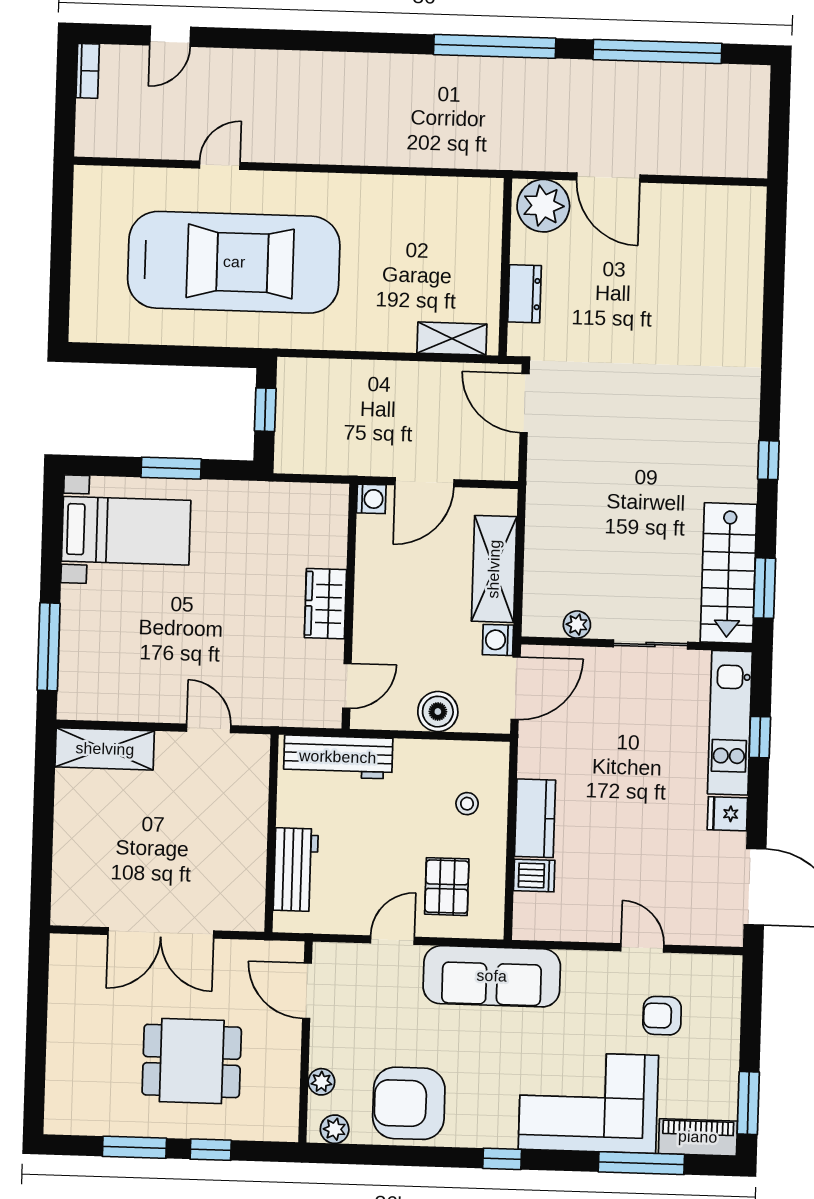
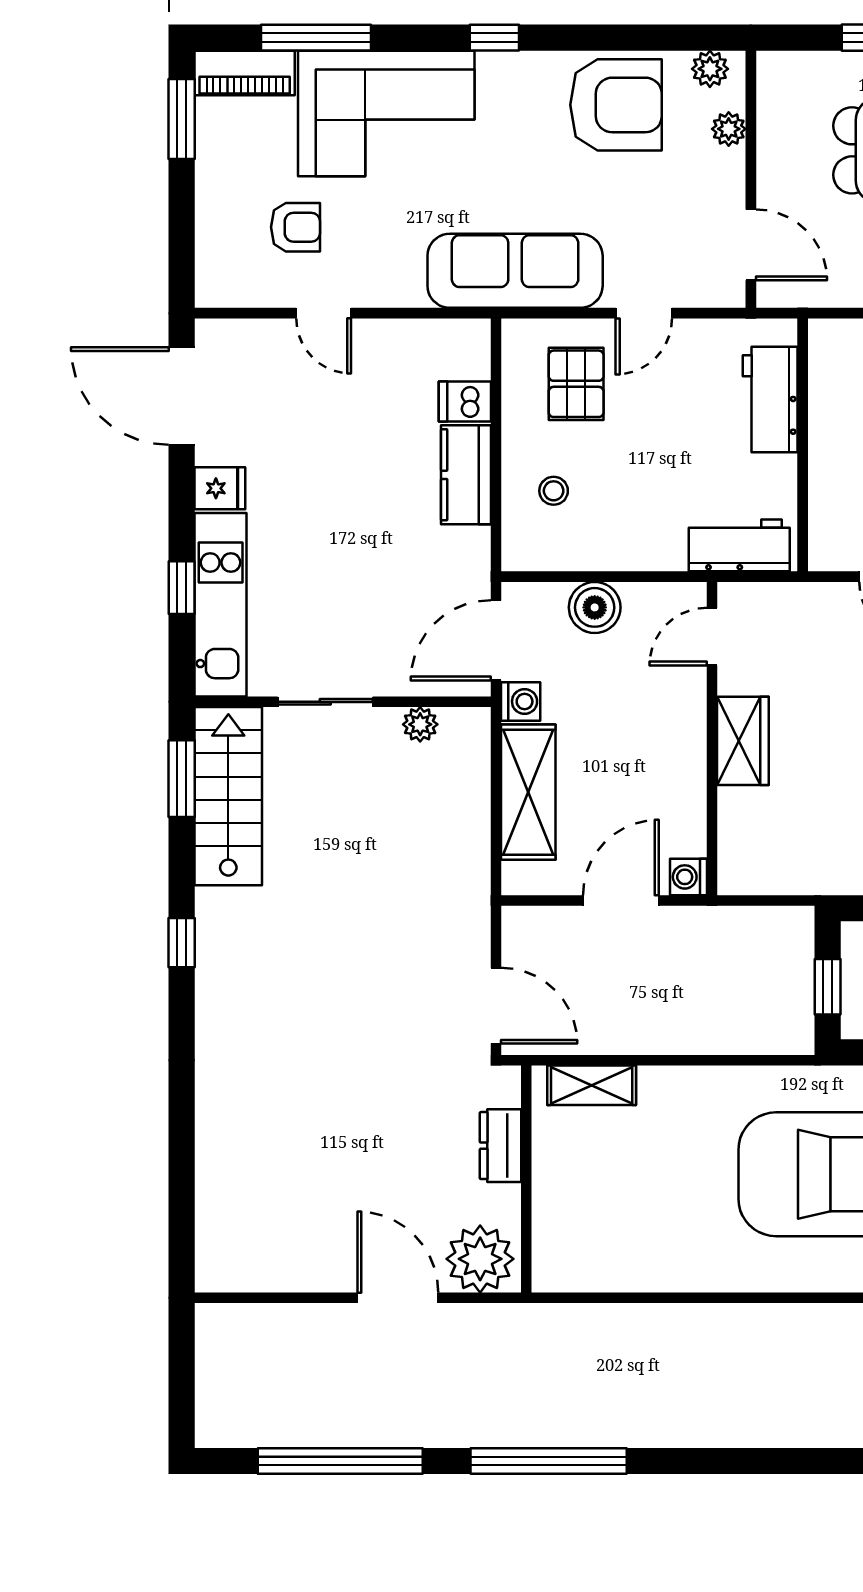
workbench: (338, 757) -> (739, 545), width x0.73

